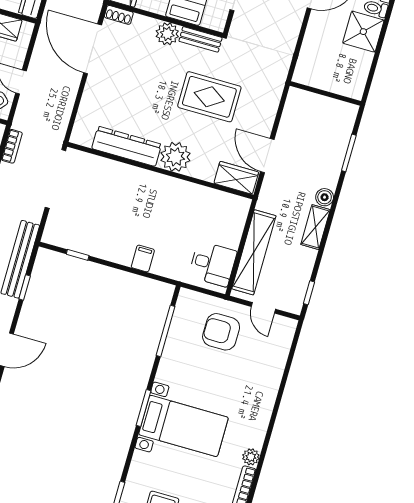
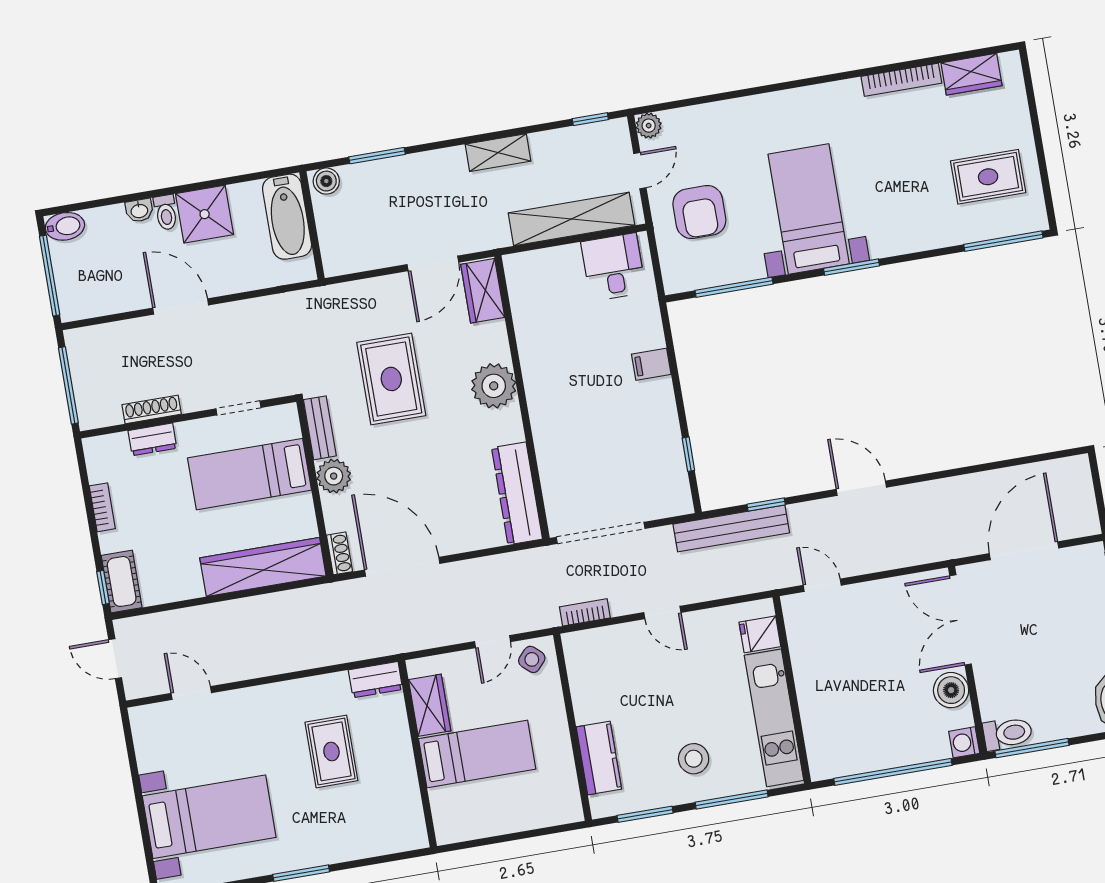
door: (93, 49) -> (402, 567), swing flipped
bathtub: (338, 81) -> (287, 217), added
dresser: (127, 146) -> (517, 493), moved
boiler: (325, 197) -> (326, 181), moved
bed with nightstands: (183, 426) -> (809, 209), moved
plant: (251, 457) -> (649, 126), moved

